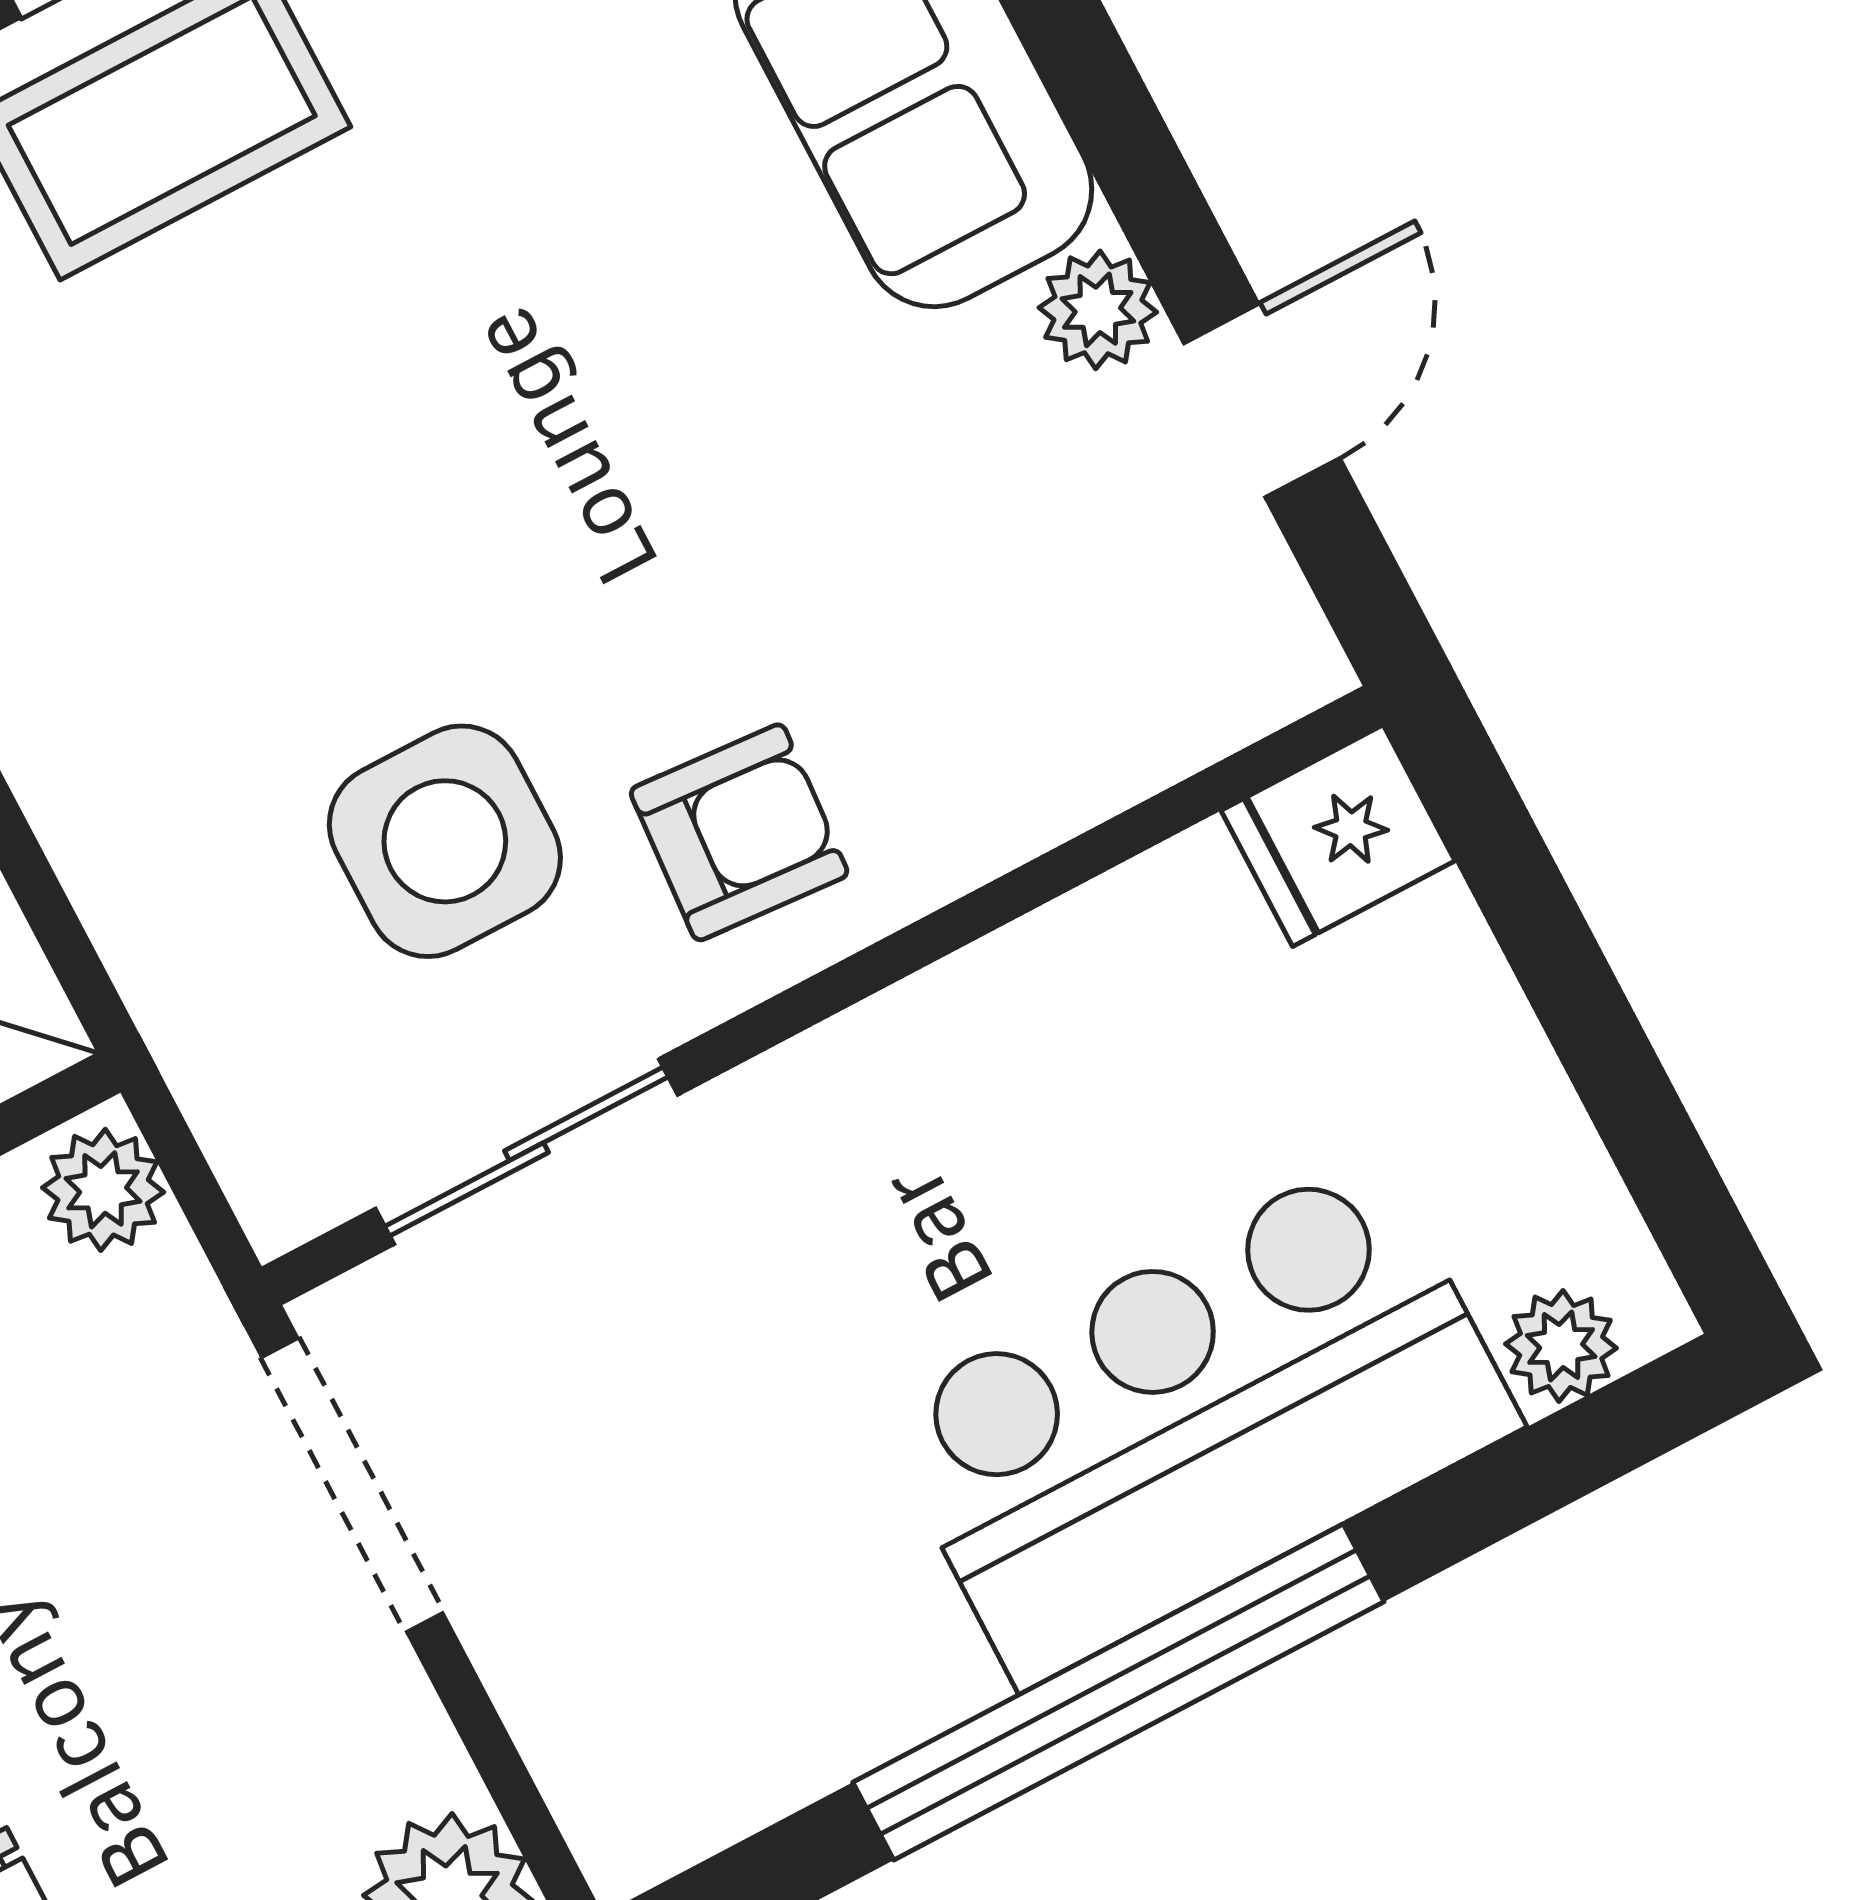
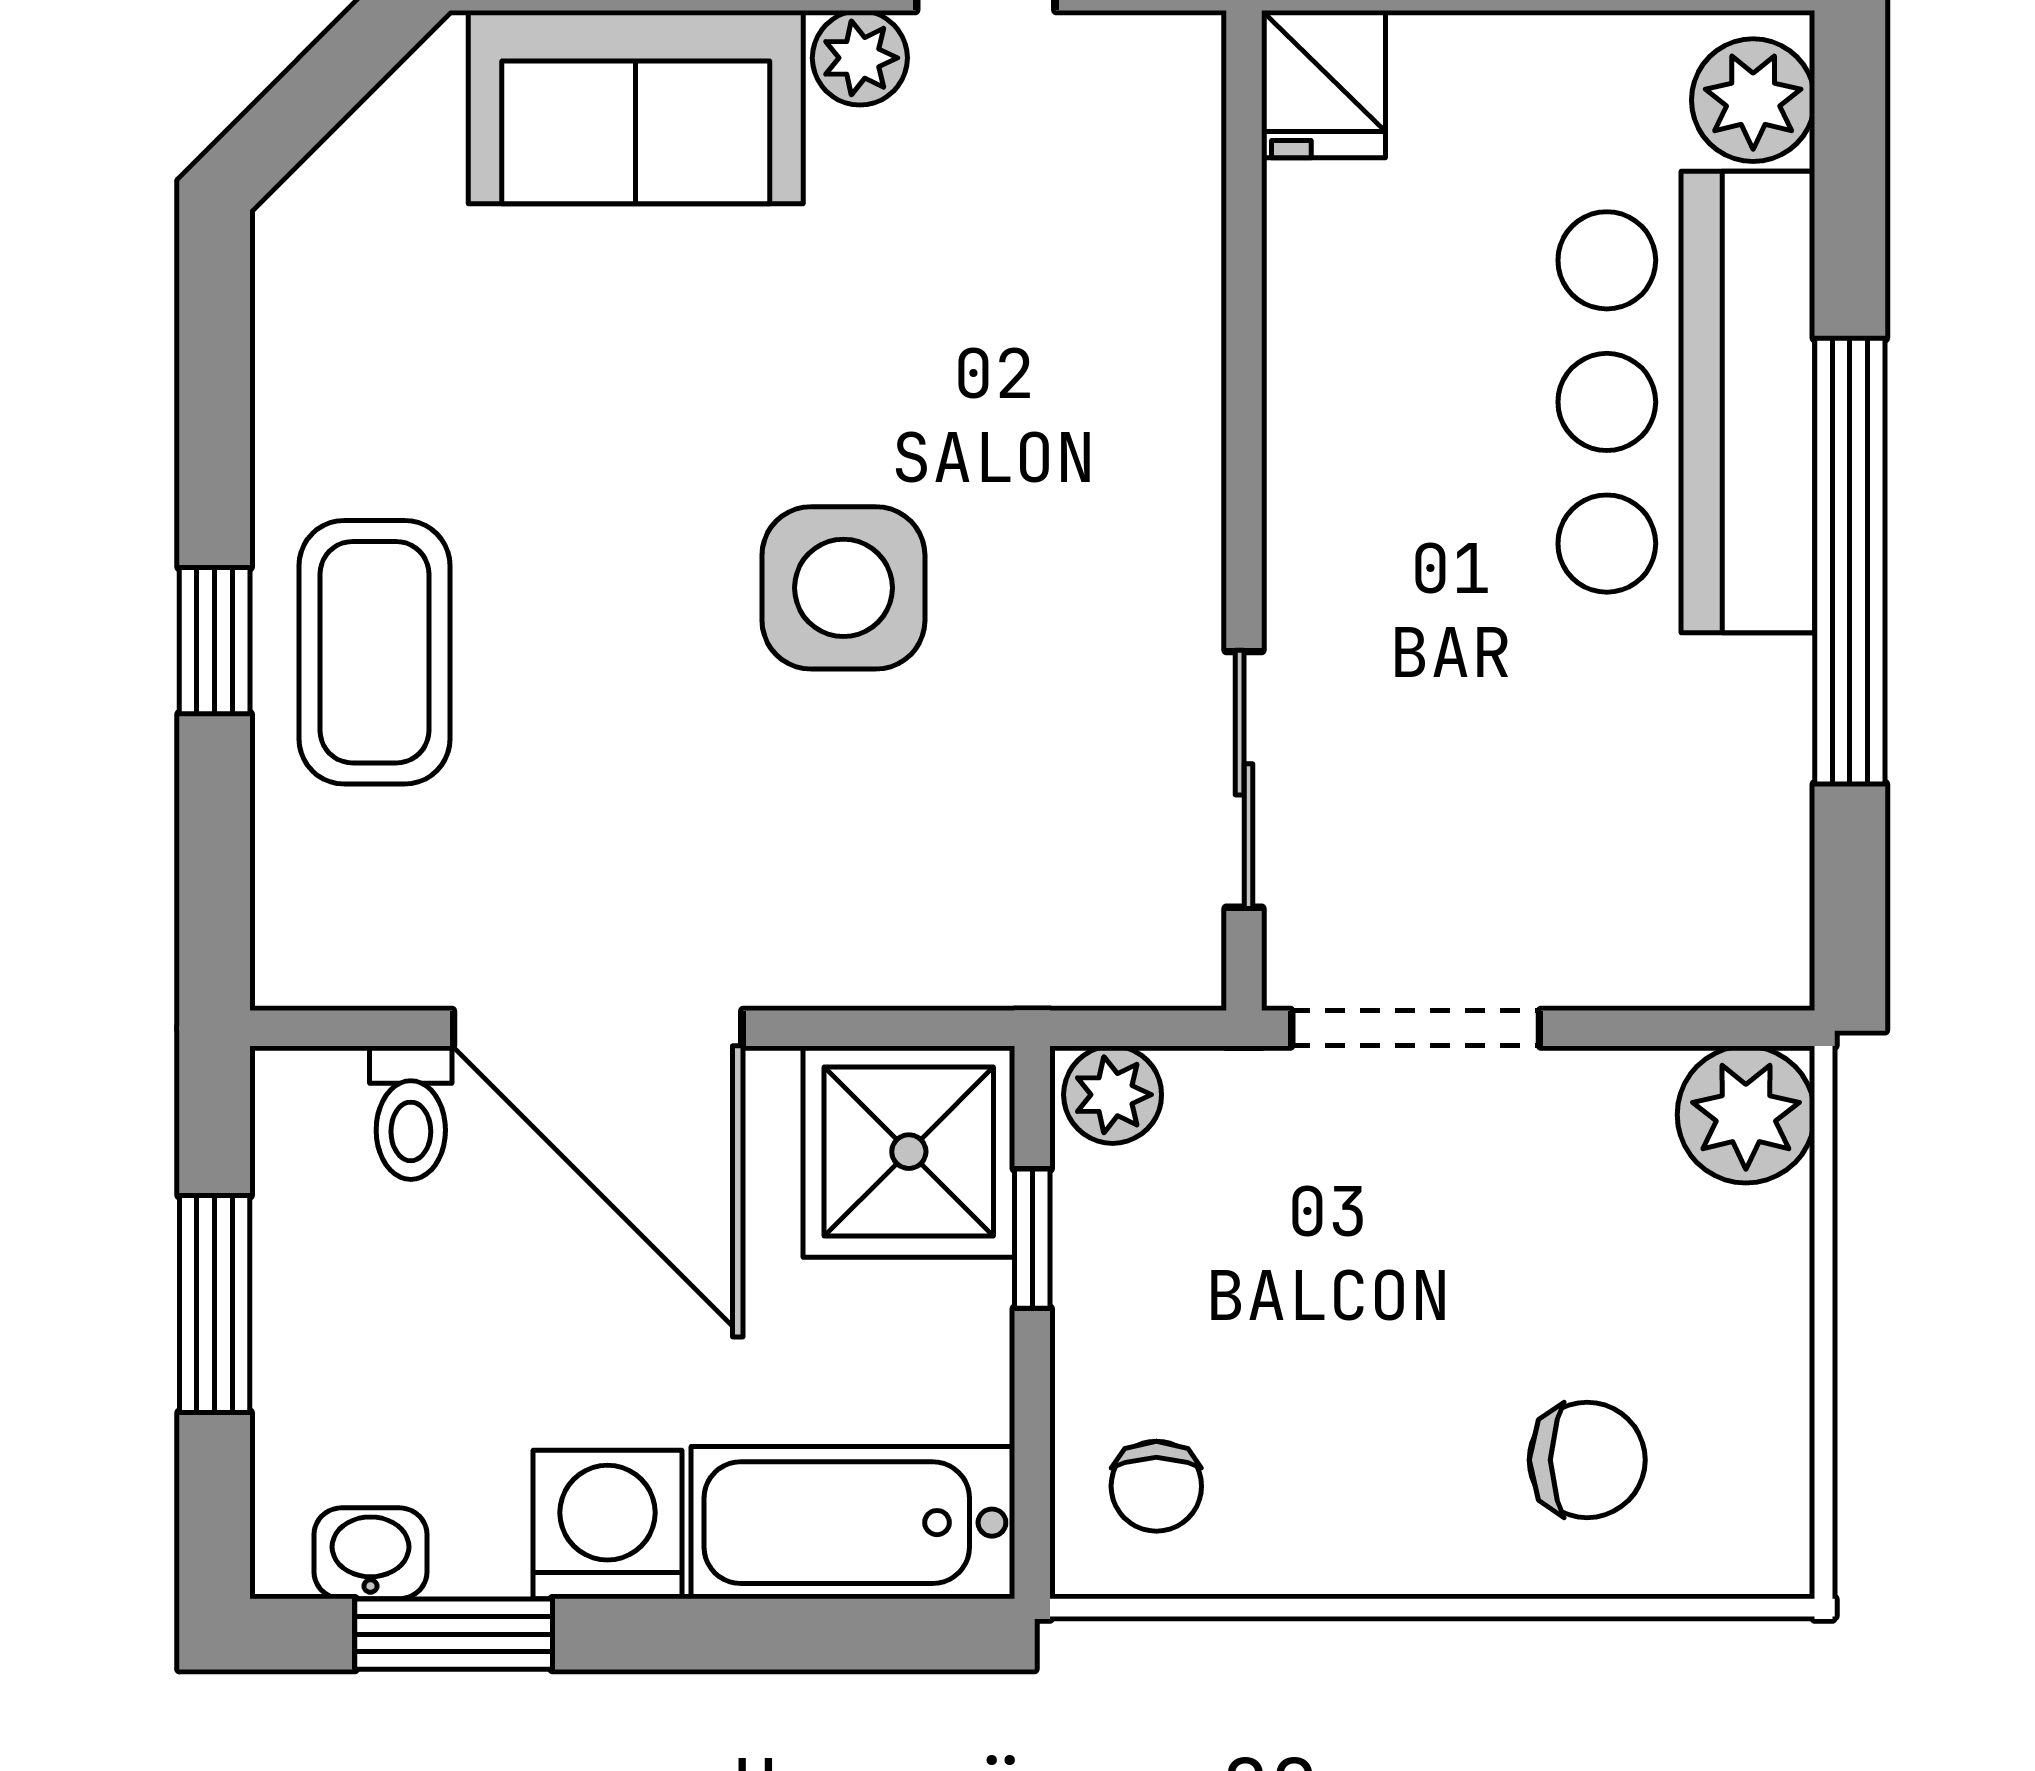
armchair: (739, 832) -> (1097, 509), removed
side table: (445, 841) -> (843, 588), moved
plant: (1561, 1346) -> (1753, 100), width x1.38, depth x1.38

